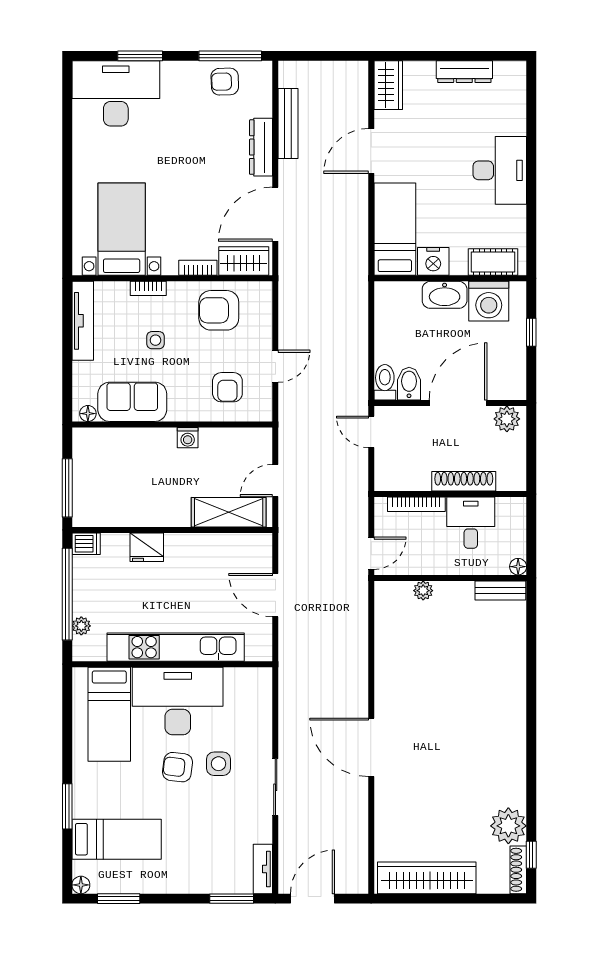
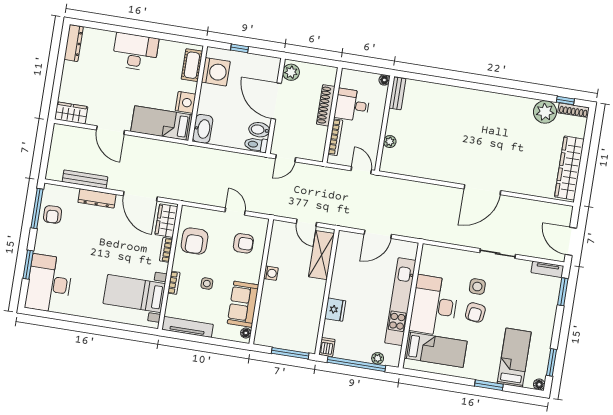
dresser: (464, 72) -> (74, 43), moved
washbasin: (445, 295) -> (203, 129), moved

